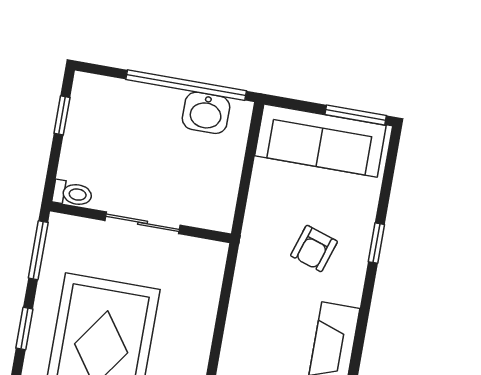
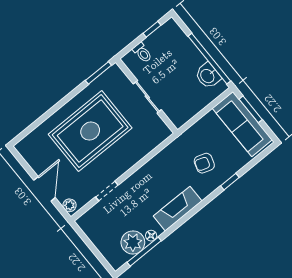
window: (356, 115) -> (251, 109), moved
toilet: (72, 194) -> (142, 53), moved
window: (24, 328) -> (67, 98), removed

